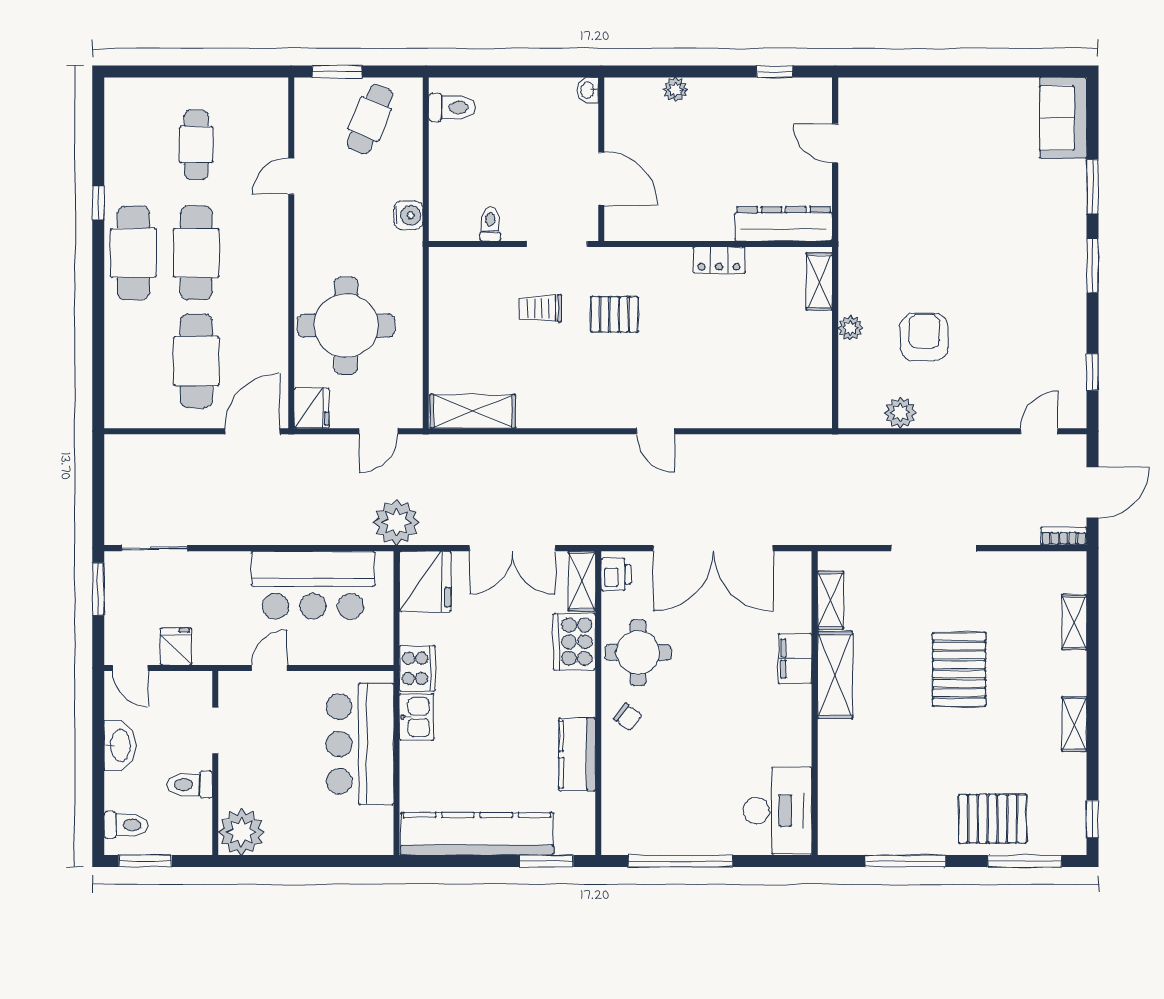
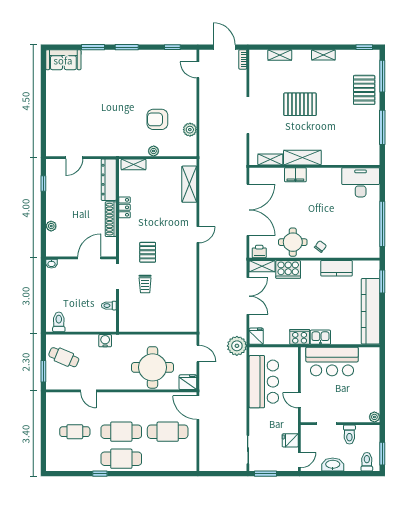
shoe rack: (692, 228) -> (111, 219), added
shelving: (473, 411) -> (189, 184), moved
fridge: (425, 581) -> (256, 336), width x0.53, depth x0.75
plant: (241, 832) -> (374, 417), width x0.53, depth x0.53

